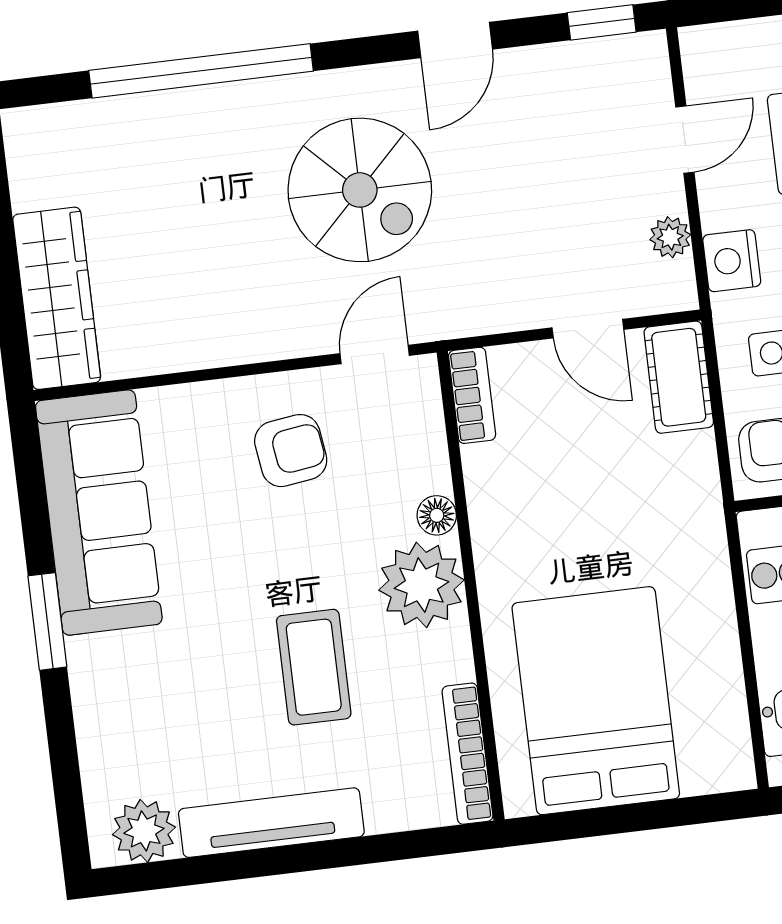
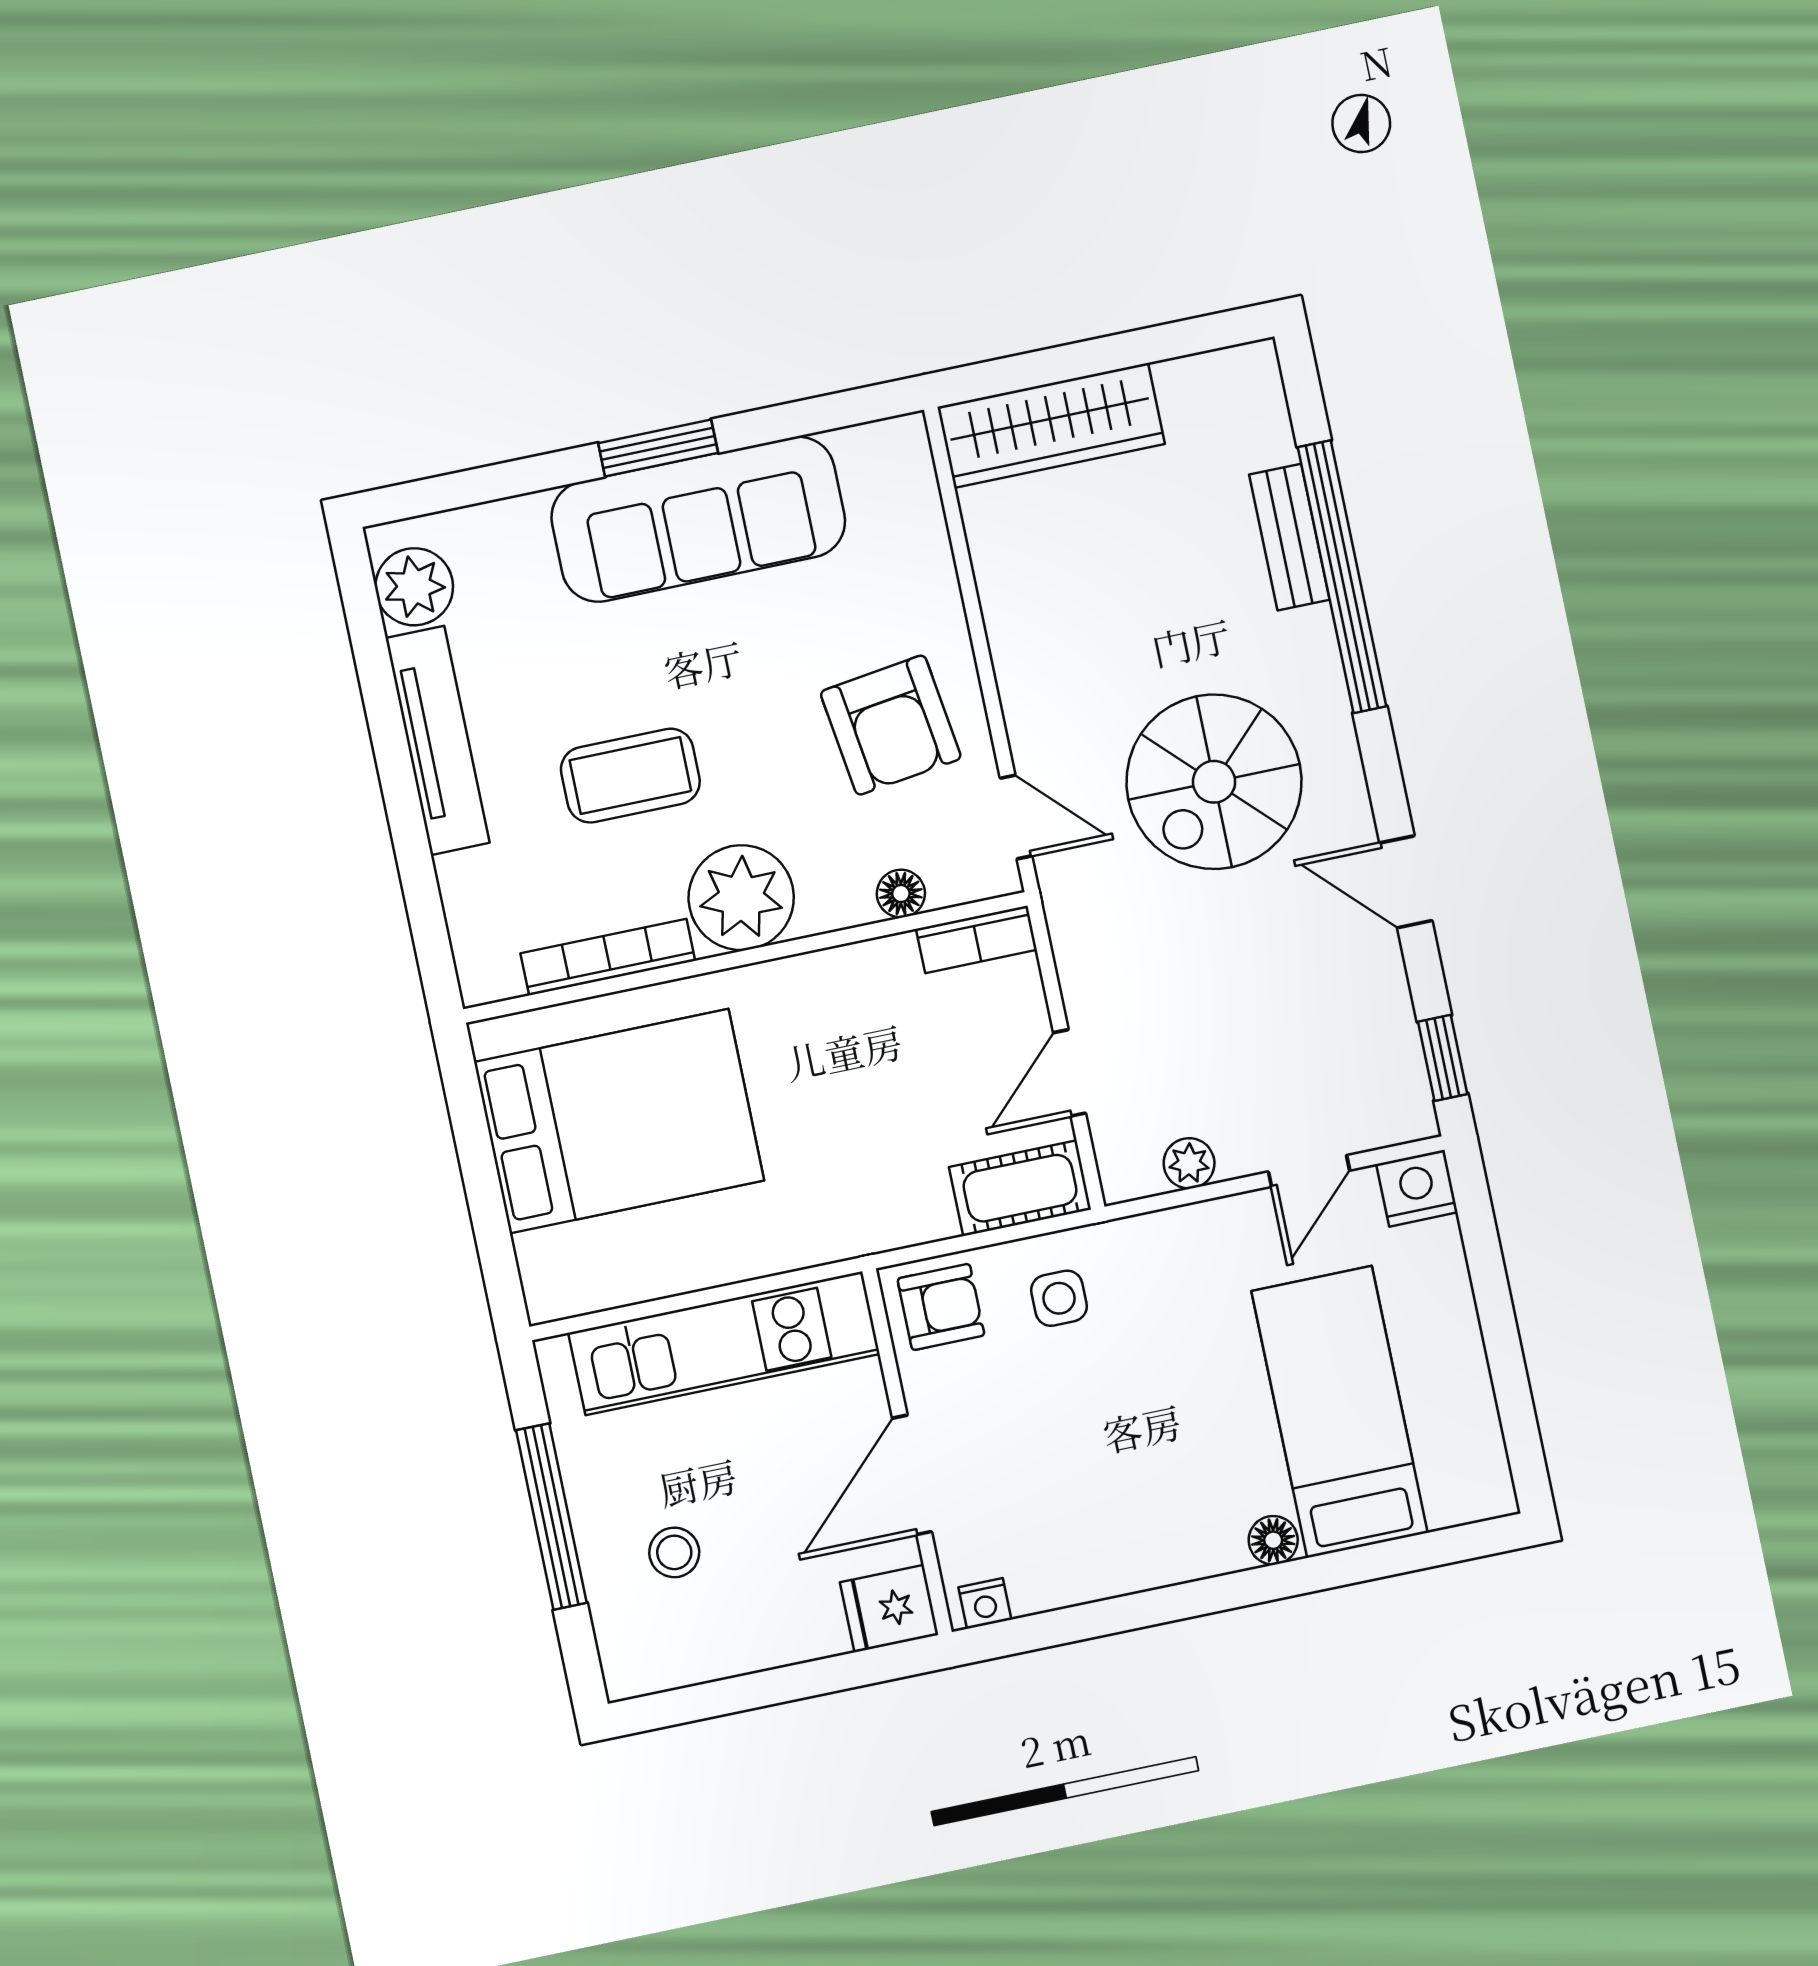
bench: (165, 111) -> (1289, 537), added
door: (685, 140) -> (1309, 1171), hinge flipped
nightstand: (732, 261) -> (1417, 1188), moved
armchair: (291, 451) -> (891, 725), width x1.38, depth x1.38
sofa: (99, 513) -> (698, 519), moved
floor lamp: (437, 515) -> (901, 894), moved
bookcase: (467, 754) -> (608, 957), moved

